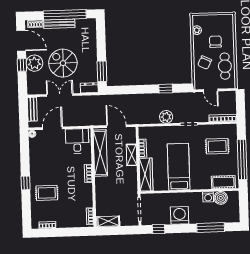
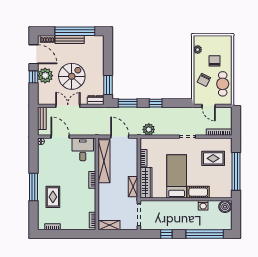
spiral stairs: (63, 63) -> (72, 76), turned 90
window: (166, 89) -> (156, 103), moved
window: (124, 90) -> (128, 103), added
plant: (166, 117) -> (149, 129), moved
door: (52, 128) -> (60, 137), hinge flipped
shelving: (132, 155) -> (133, 187), moved
cot: (223, 182) -> (198, 192), moved
window: (26, 183) -> (33, 187), width x2.17
rug: (47, 193) -> (53, 197), turned 90
boiler: (221, 198) -> (225, 207), moved
washing machine: (180, 215) -> (176, 222), removed
window: (211, 228) -> (205, 234), width x1.46
window: (159, 229) -> (166, 234), moved

